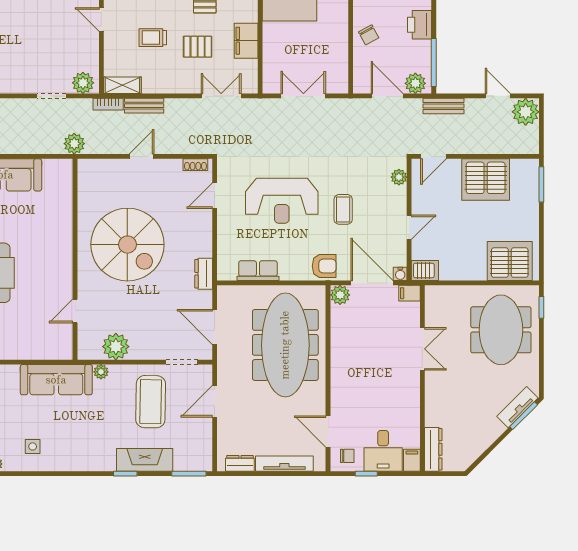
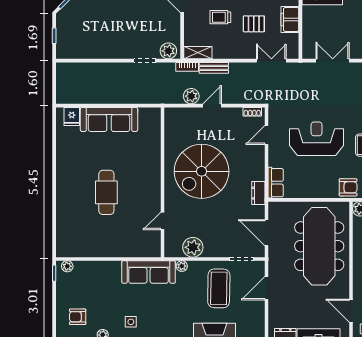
plant: (74, 144) -> (191, 96), moved
reception desk: (282, 201) -> (317, 139), turned 180
spiral stairs: (127, 245) -> (202, 171), turned 90
row of seats: (258, 271) -> (276, 183), moved, turned 90

